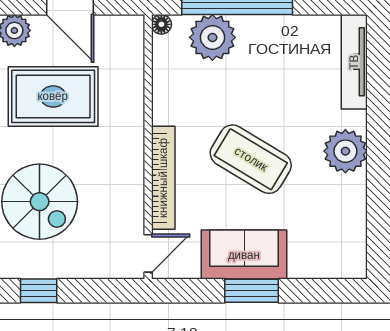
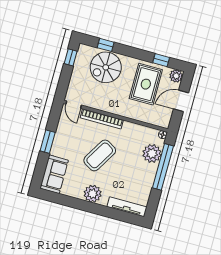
sofa: (244, 255) -> (54, 174), moved

